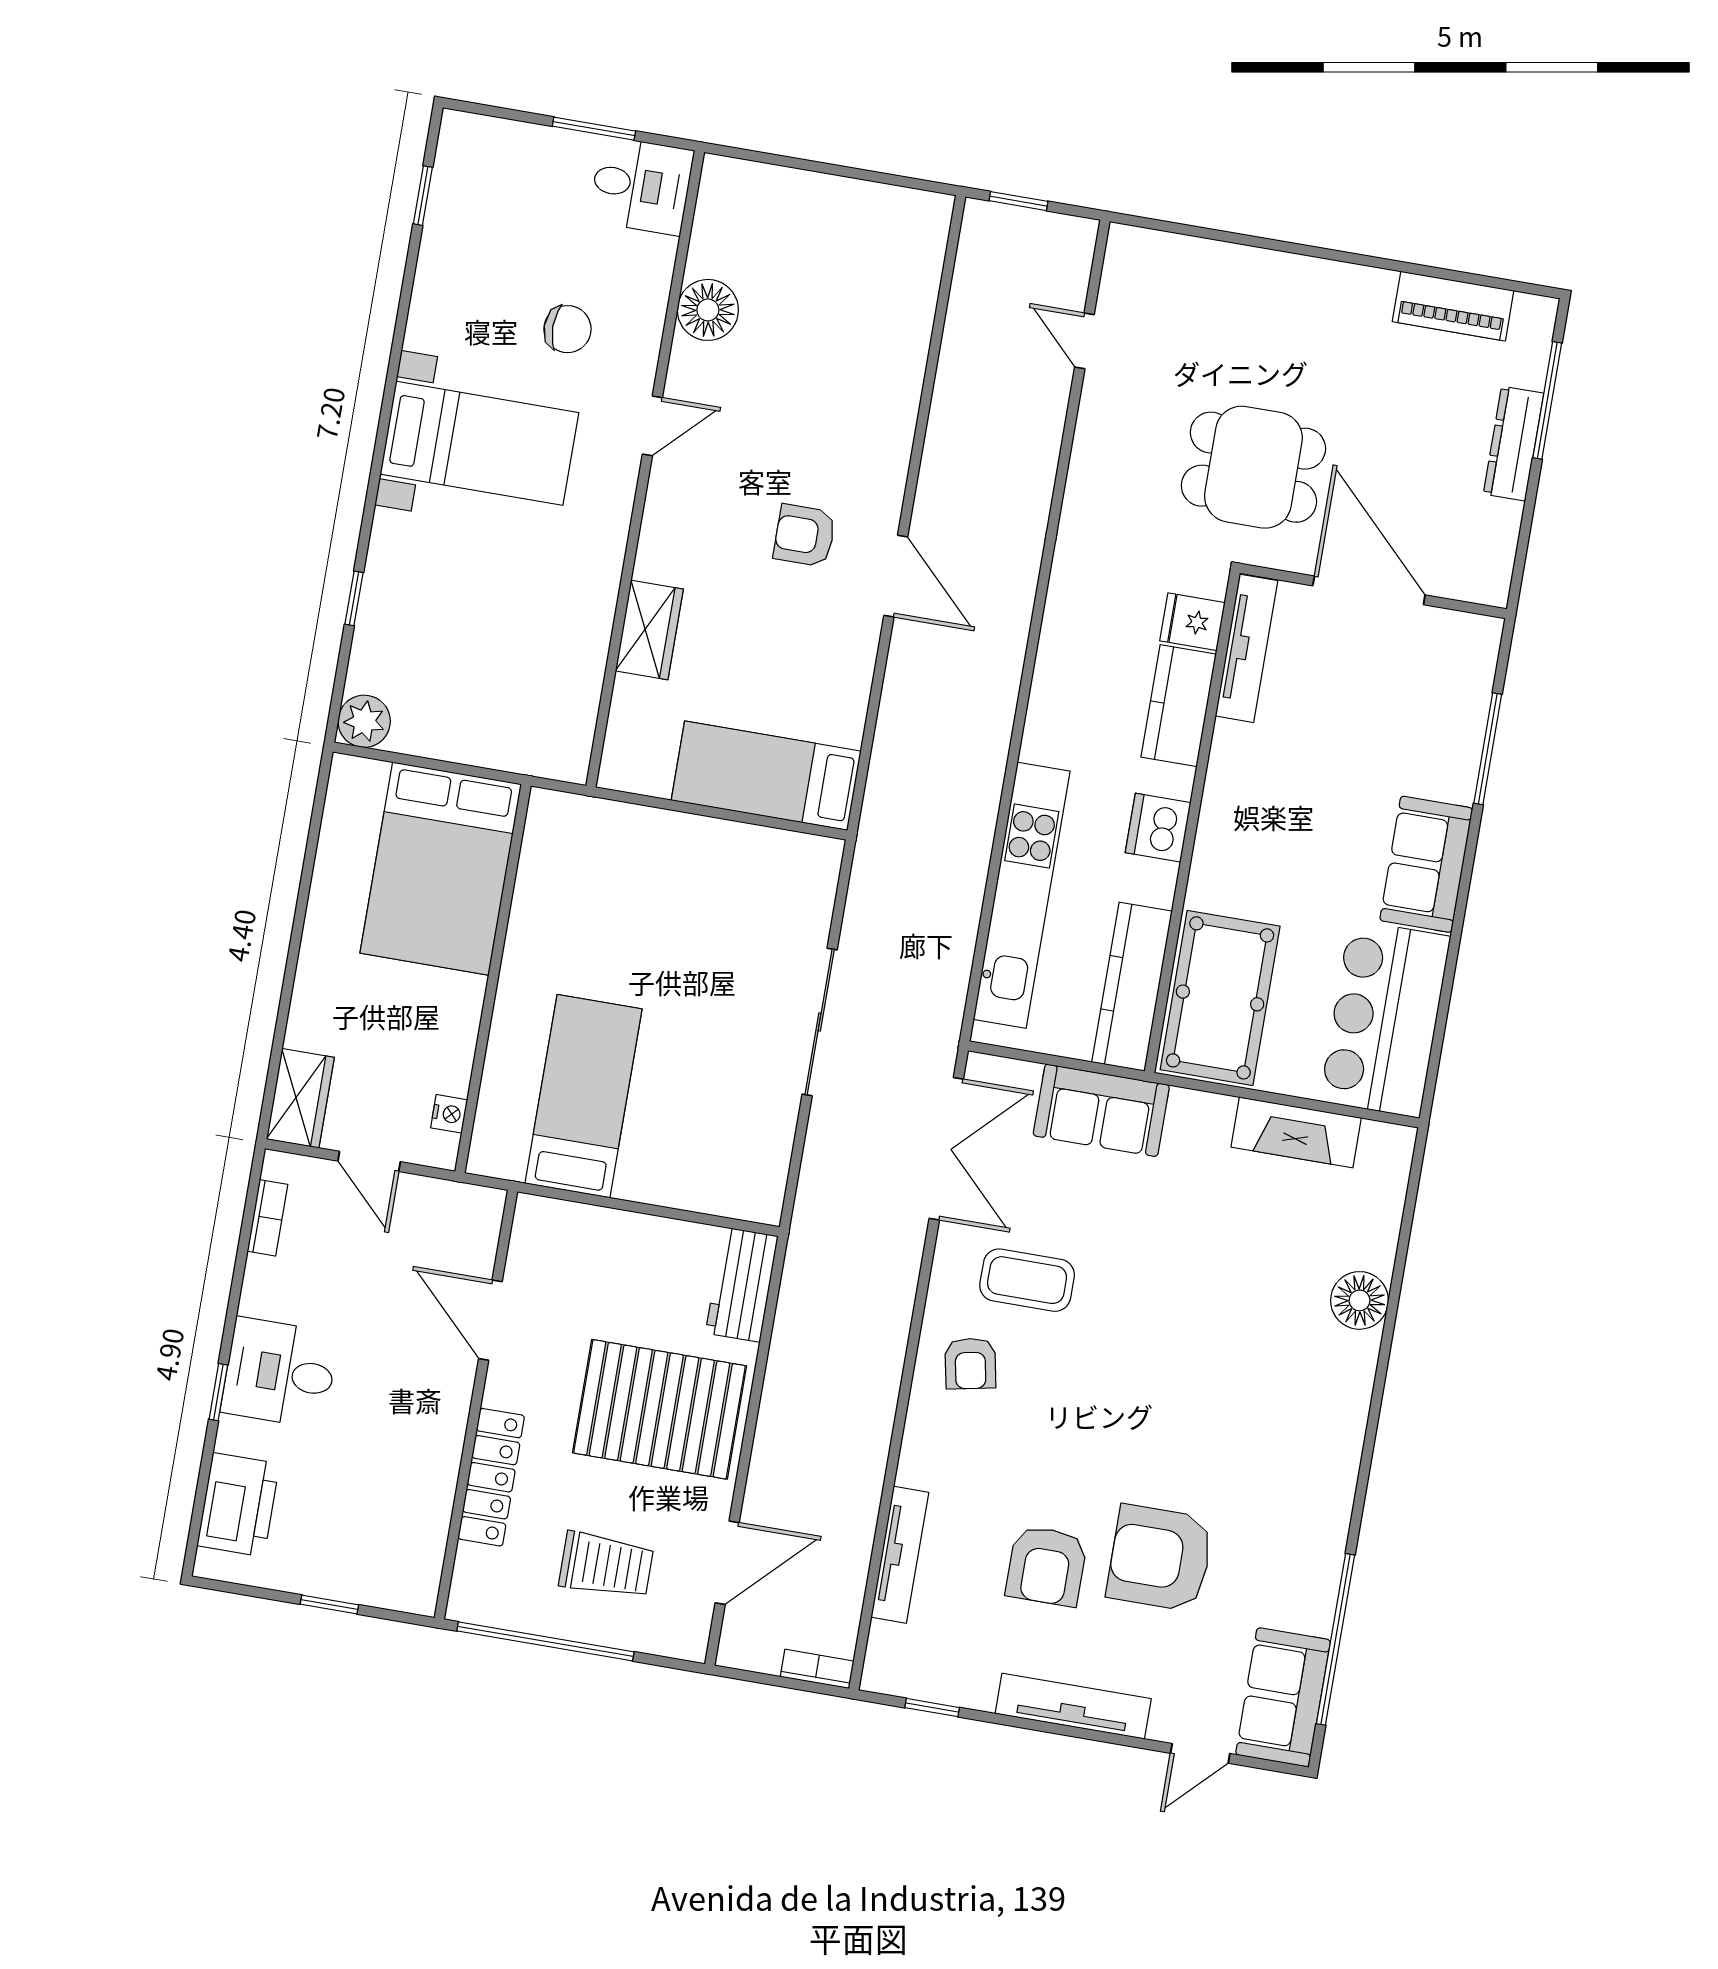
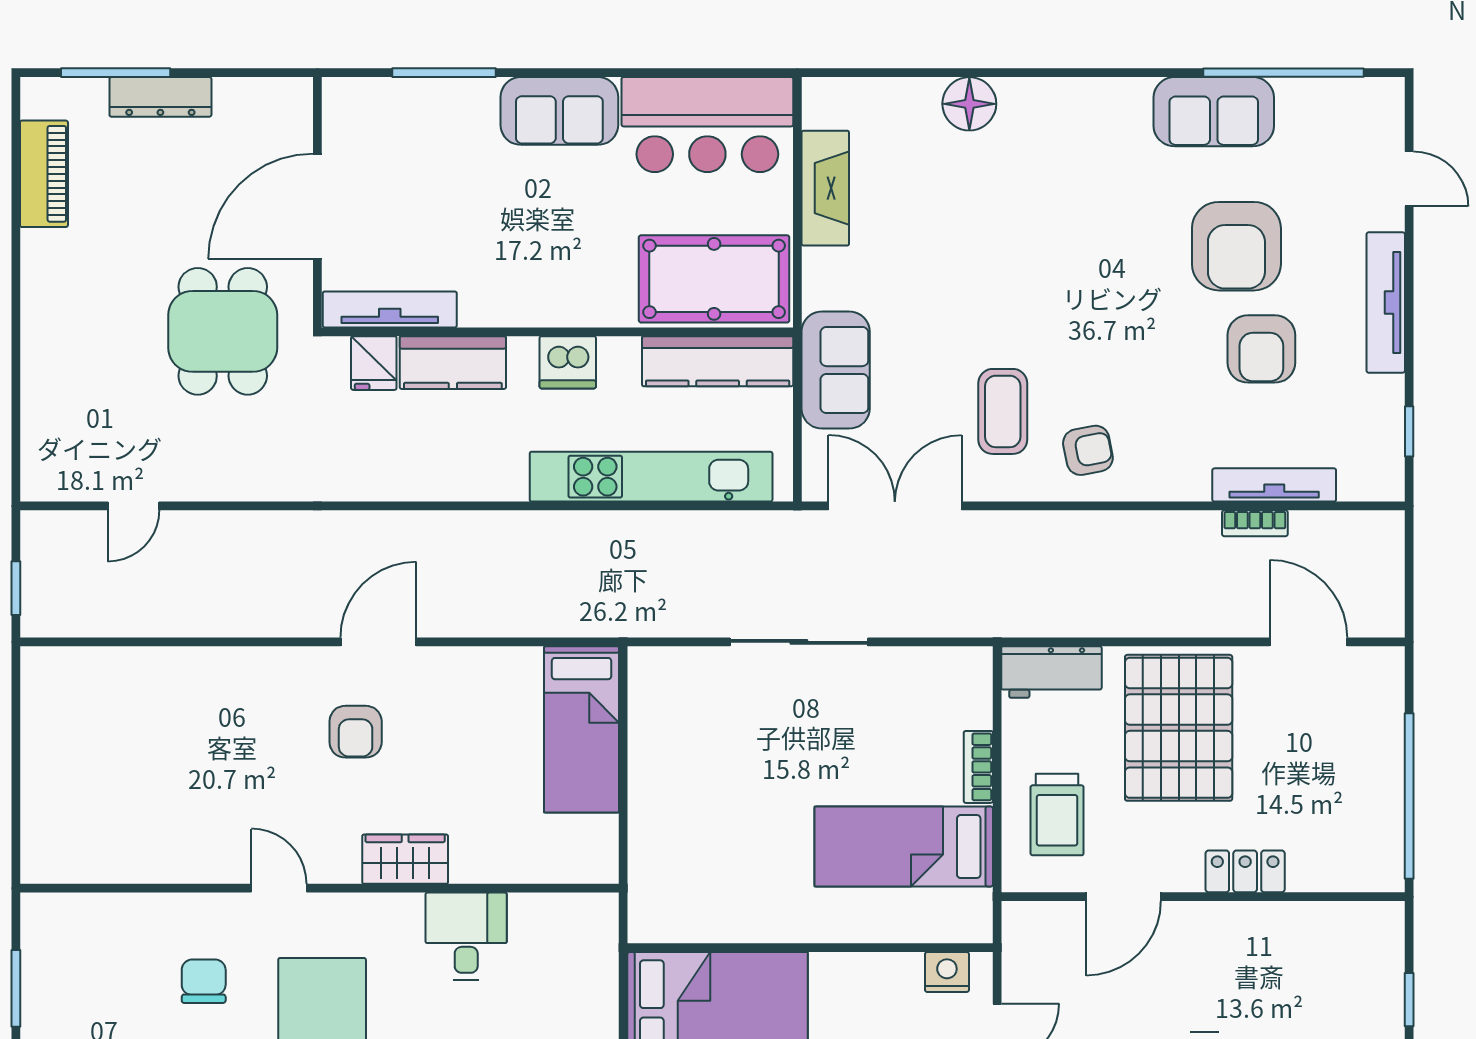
desk: (641, 186) -> (466, 936), moved
floor lamp: (708, 310) -> (164, 856), removed
wardrobe: (649, 630) -> (405, 859), moved
nightstand: (449, 1114) -> (947, 972), width x1.39, depth x1.35
bookcase: (654, 1190) -> (978, 767), added
locker: (491, 1477) -> (1245, 871), width x0.66
trolley: (606, 1565) -> (1057, 815), moved, turned 180
armchair: (1046, 1566) -> (1261, 349), turned 90
bookcase: (817, 1669) -> (1255, 523), moved, turned -90
sofa: (1283, 1697) -> (1214, 112), moved

